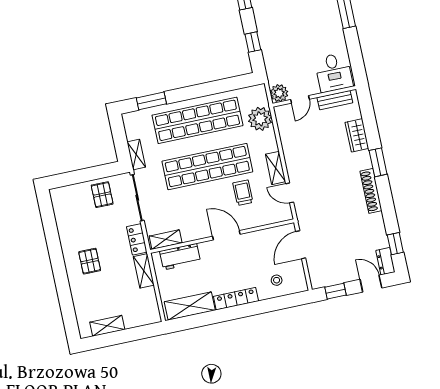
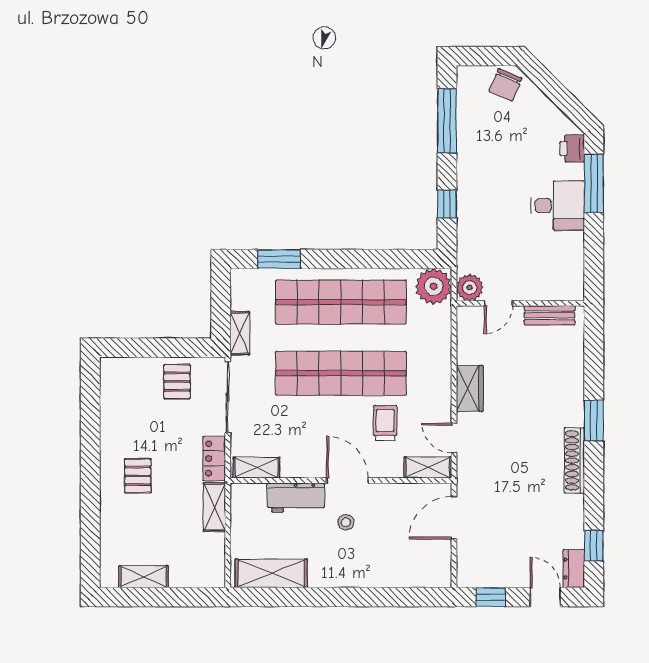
desk: (334, 72) -> (558, 206), moved, turned -90
plant: (260, 119) -> (434, 286), moved
wardrobe: (357, 135) -> (470, 389), moved, turned 180
shelving: (276, 168) -> (428, 468), moved, turned 90
workbench: (180, 257) -> (296, 498), moved
stool: (277, 280) -> (346, 522), moved
locker: (236, 299) -> (342, 577), removed

